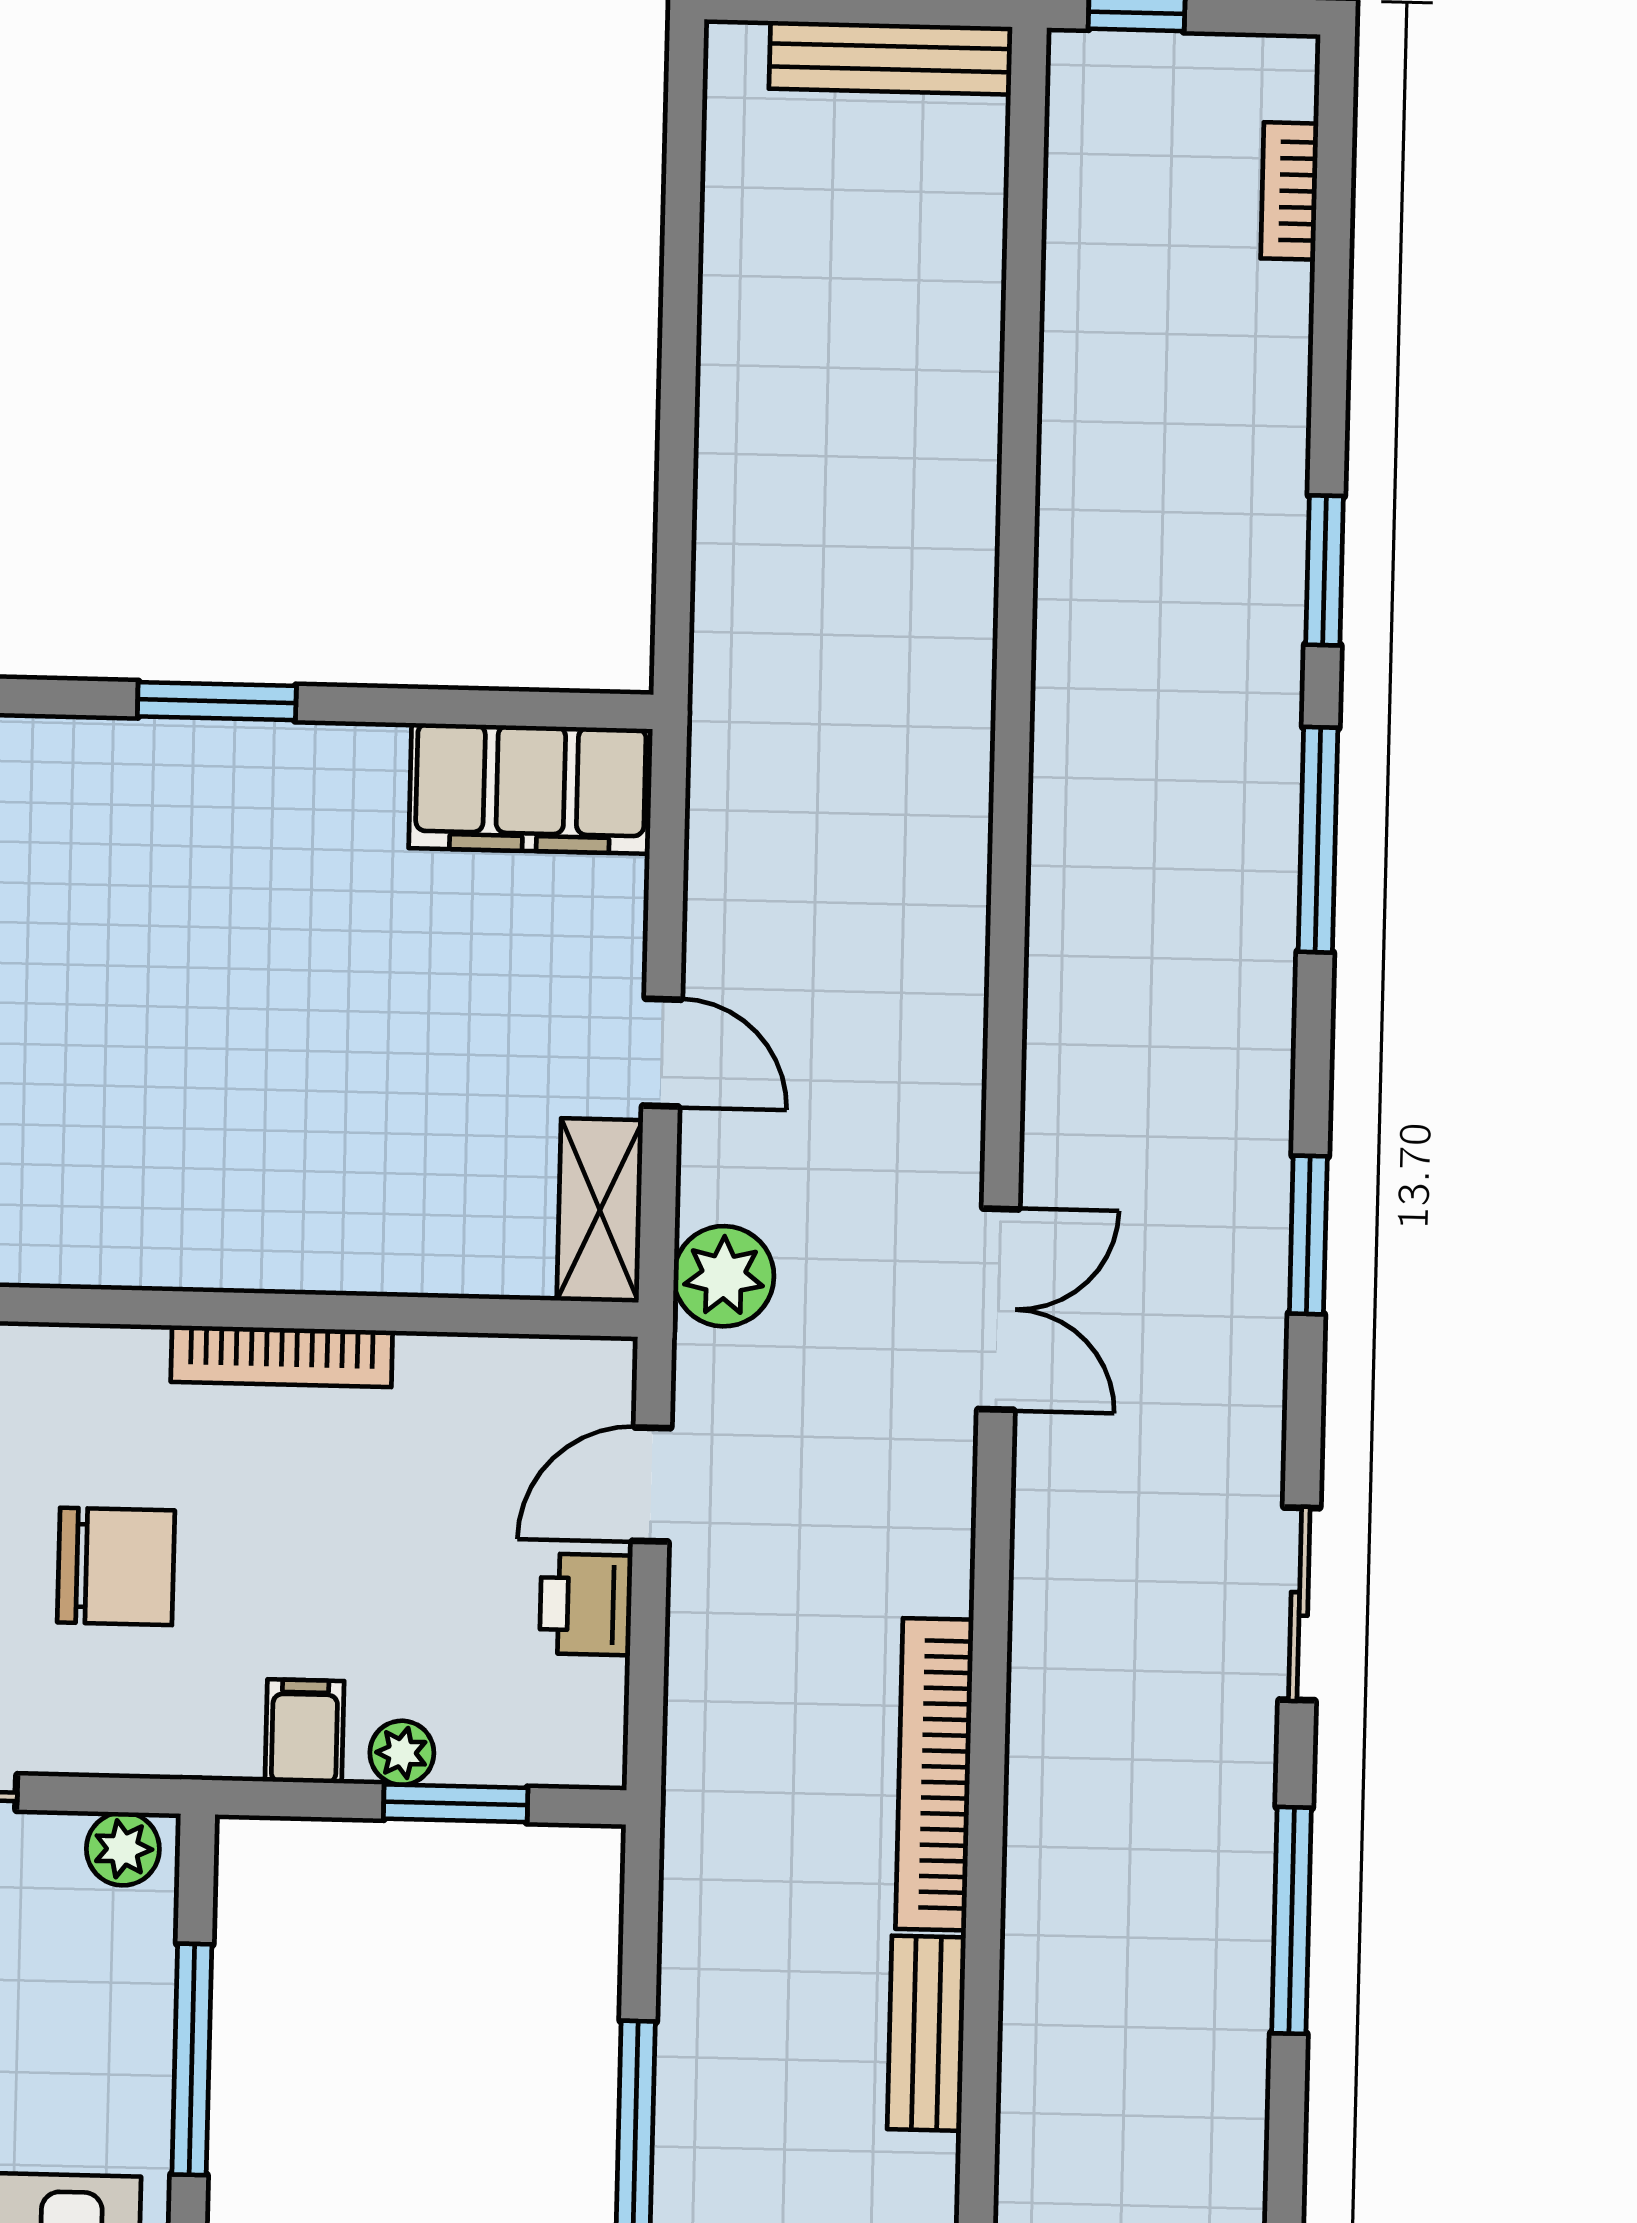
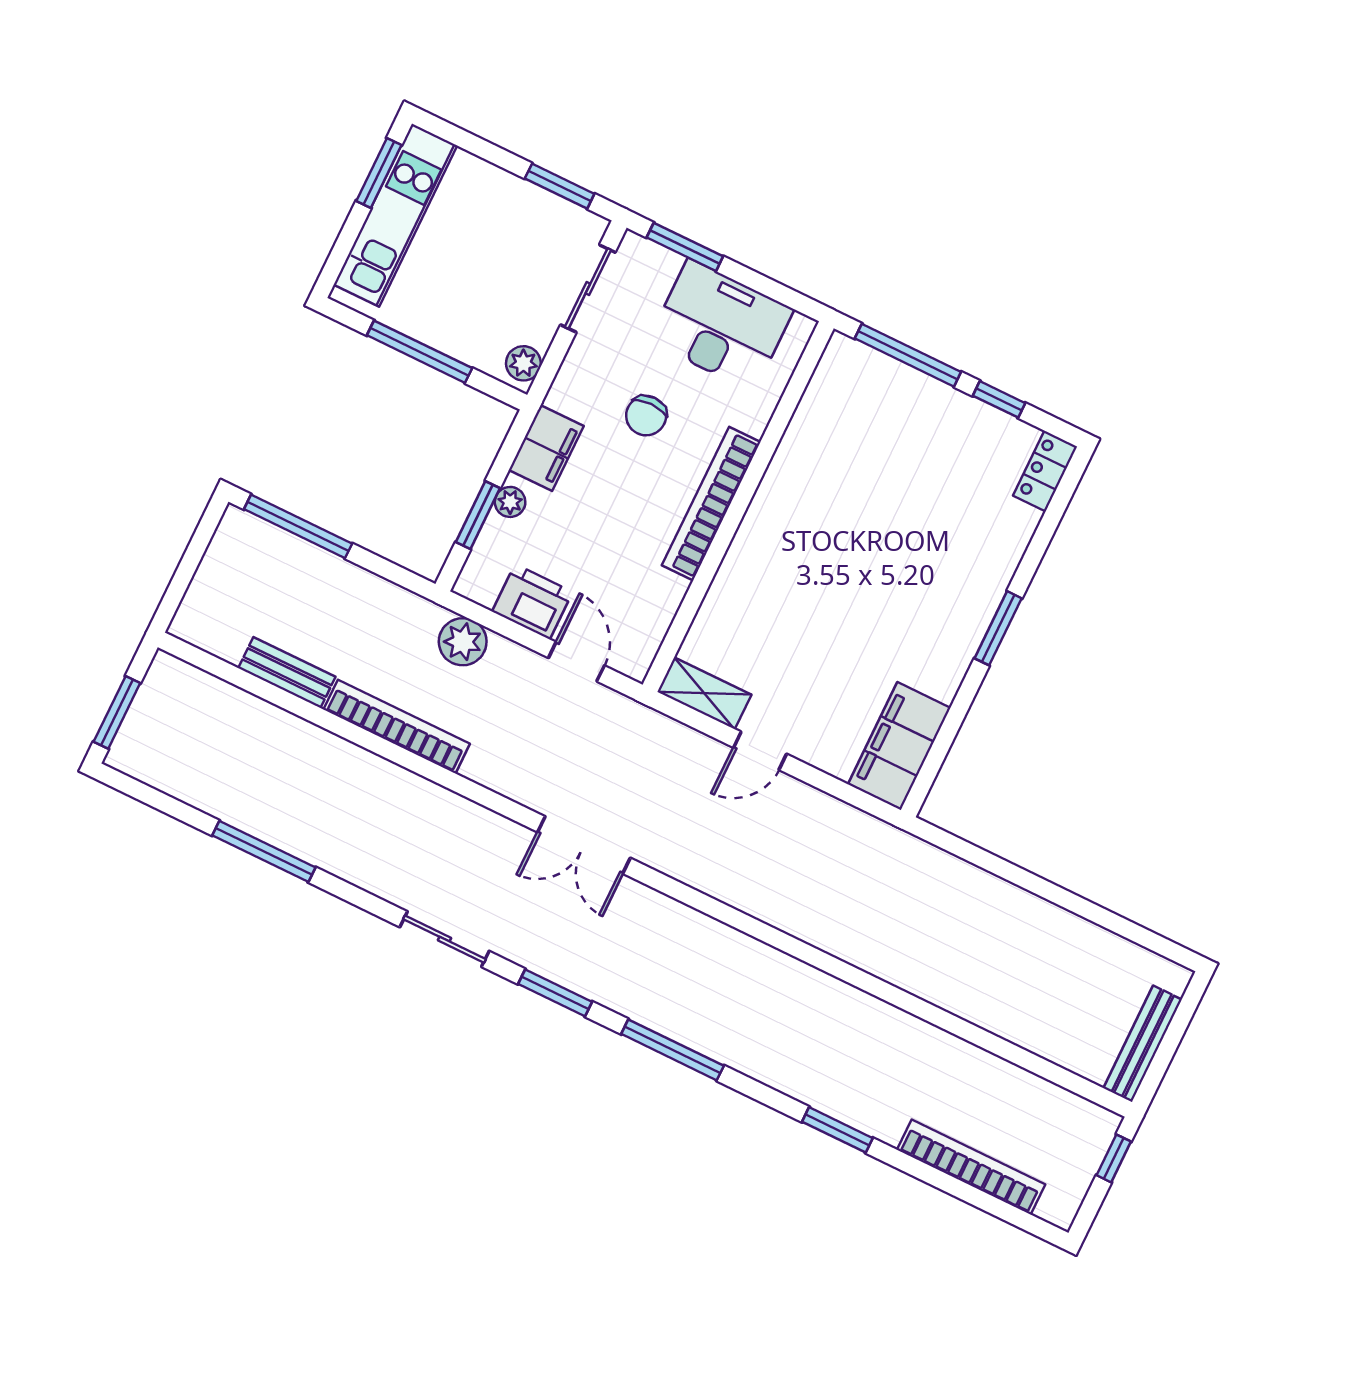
bookcase: (1289, 191) -> (971, 1167), width x2.31, depth x1.31
window: (1318, 840) -> (673, 1050), moved
plant: (724, 1276) -> (463, 642), moved
bookcase: (282, 1356) -> (711, 504), width x1.48, depth x1.31
chair: (116, 1566) -> (646, 416), width x0.73, depth x0.73
printer: (586, 1604) -> (532, 602), width x1.36, depth x1.24
sliding door: (1299, 1604) -> (444, 939), moved
filing cabinet: (305, 1731) -> (546, 448), width x2.00

